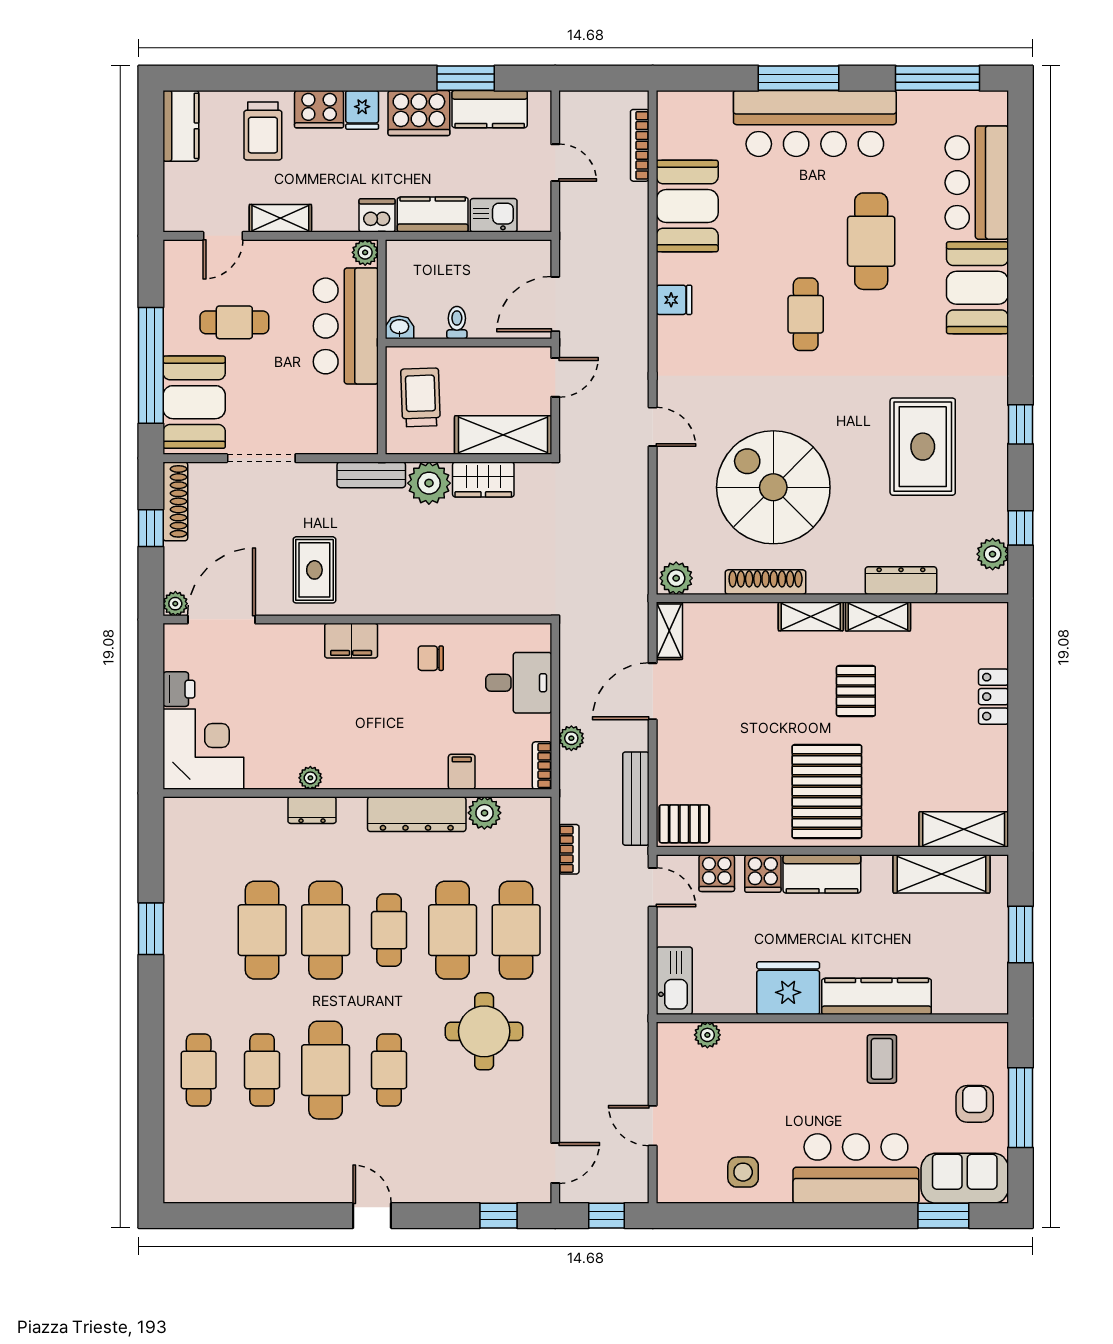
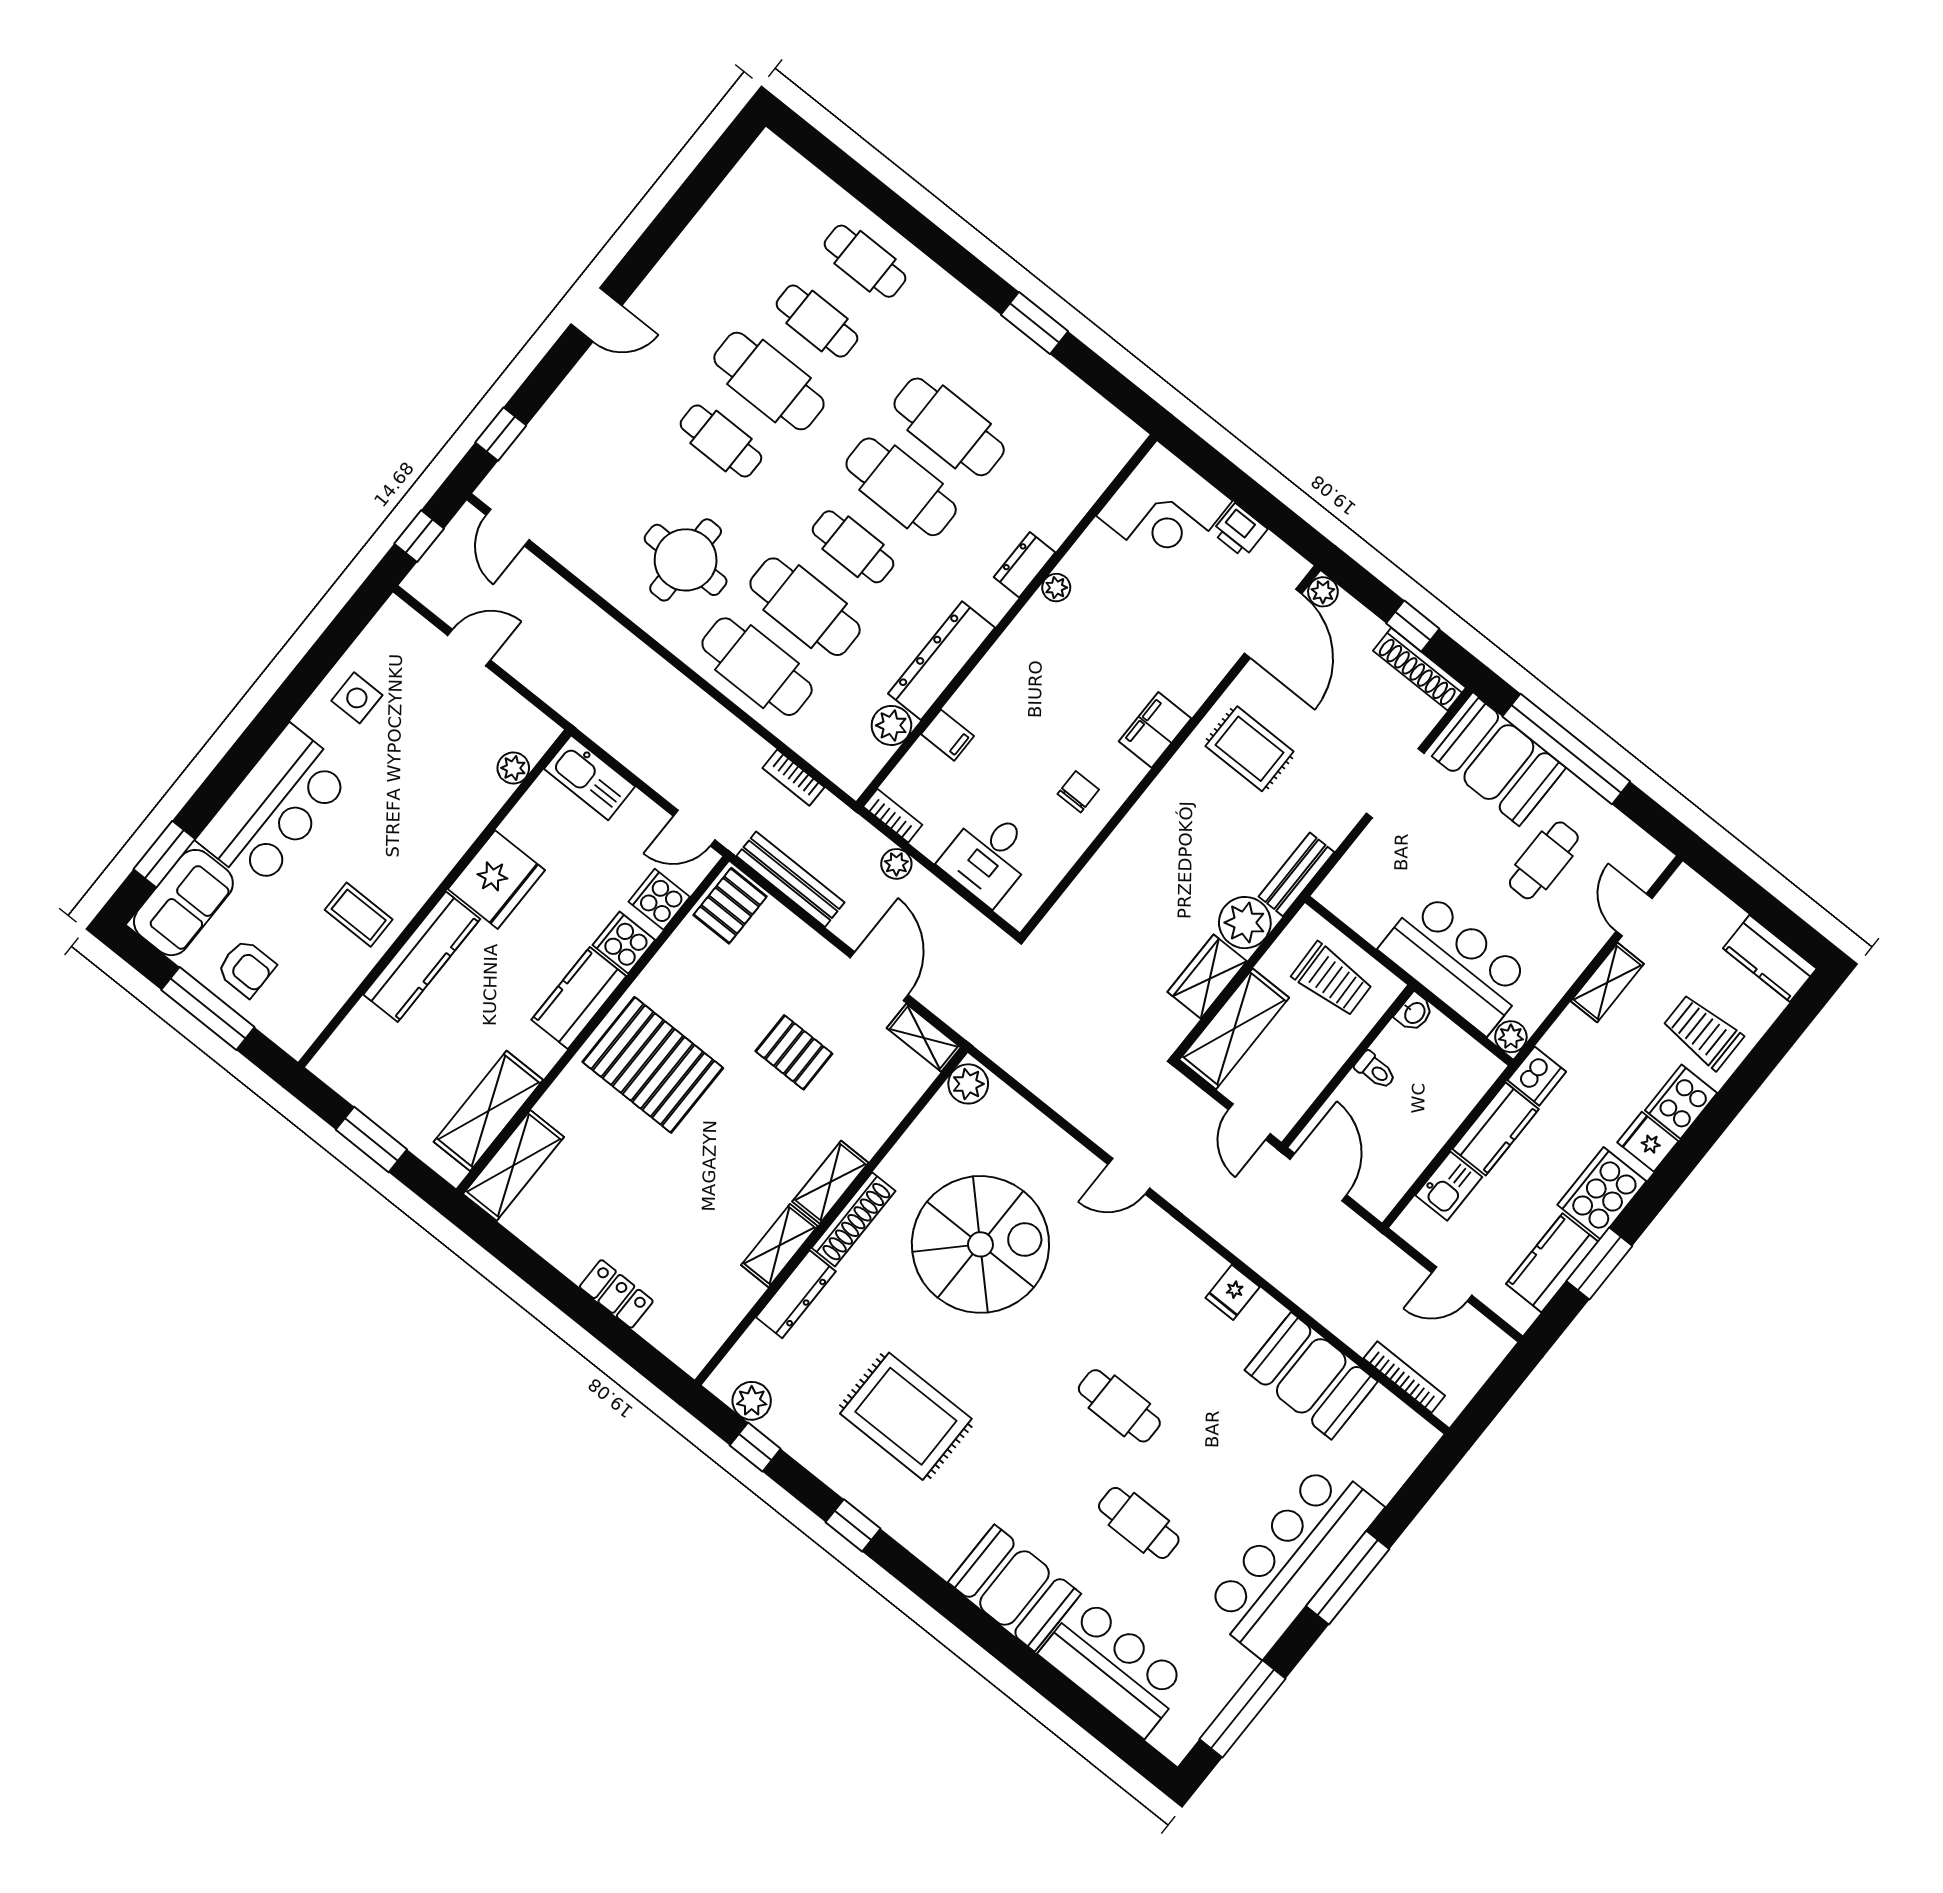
cafe table: (871, 241) -> (1139, 1523), width x0.73, depth x0.74
shoe rack: (766, 582) -> (854, 1219), moved
pallet: (856, 691) -> (794, 1052), moved

